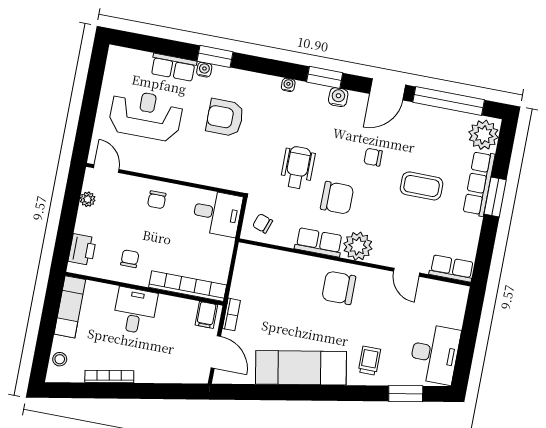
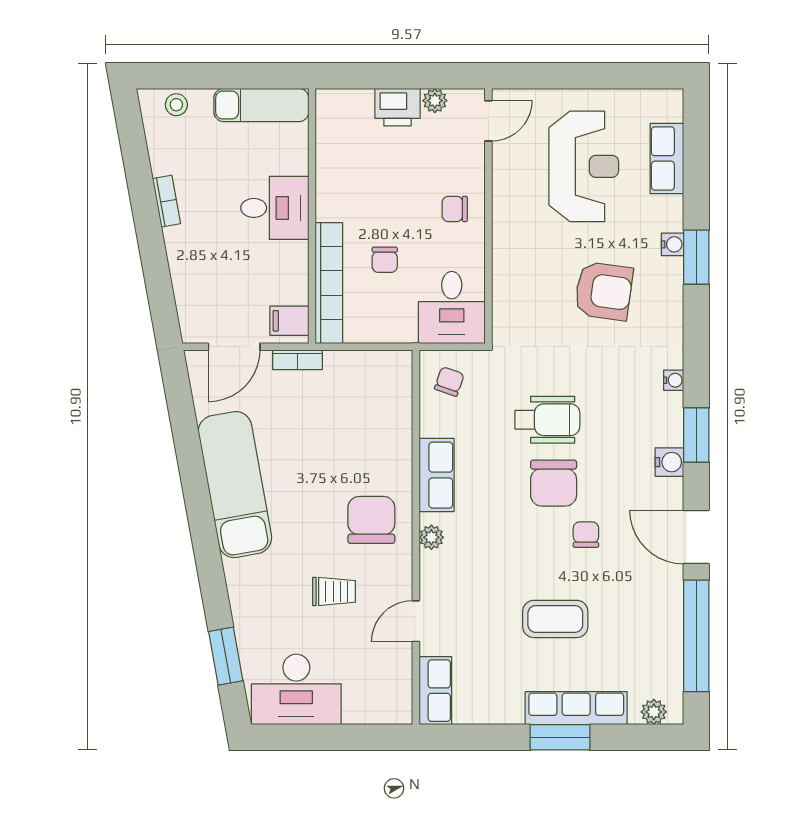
row of seats: (173, 67) -> (667, 158), moved
armchair: (225, 118) -> (604, 291), turned 98
plant: (484, 135) -> (654, 712), width x0.53, depth x0.53
coffee table: (422, 186) -> (555, 619), turned 90
chair: (337, 198) -> (554, 483), moved
plant: (358, 246) -> (431, 537), width x0.53, depth x0.53
printer: (82, 249) -> (397, 107), moved
chair: (130, 259) -> (385, 260), moved, turned 90
trolley: (369, 361) -> (334, 591), moved
bookcase: (109, 377) -> (167, 201), width x0.64

